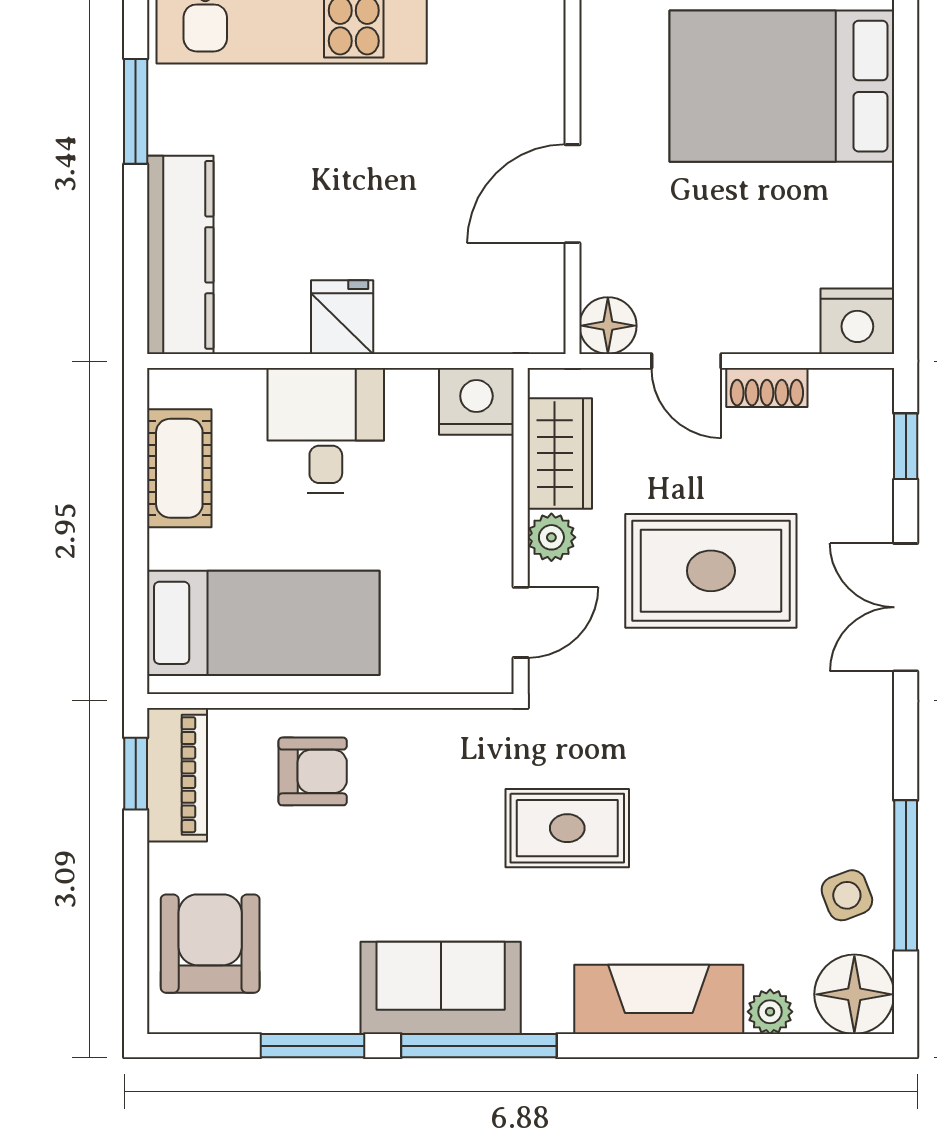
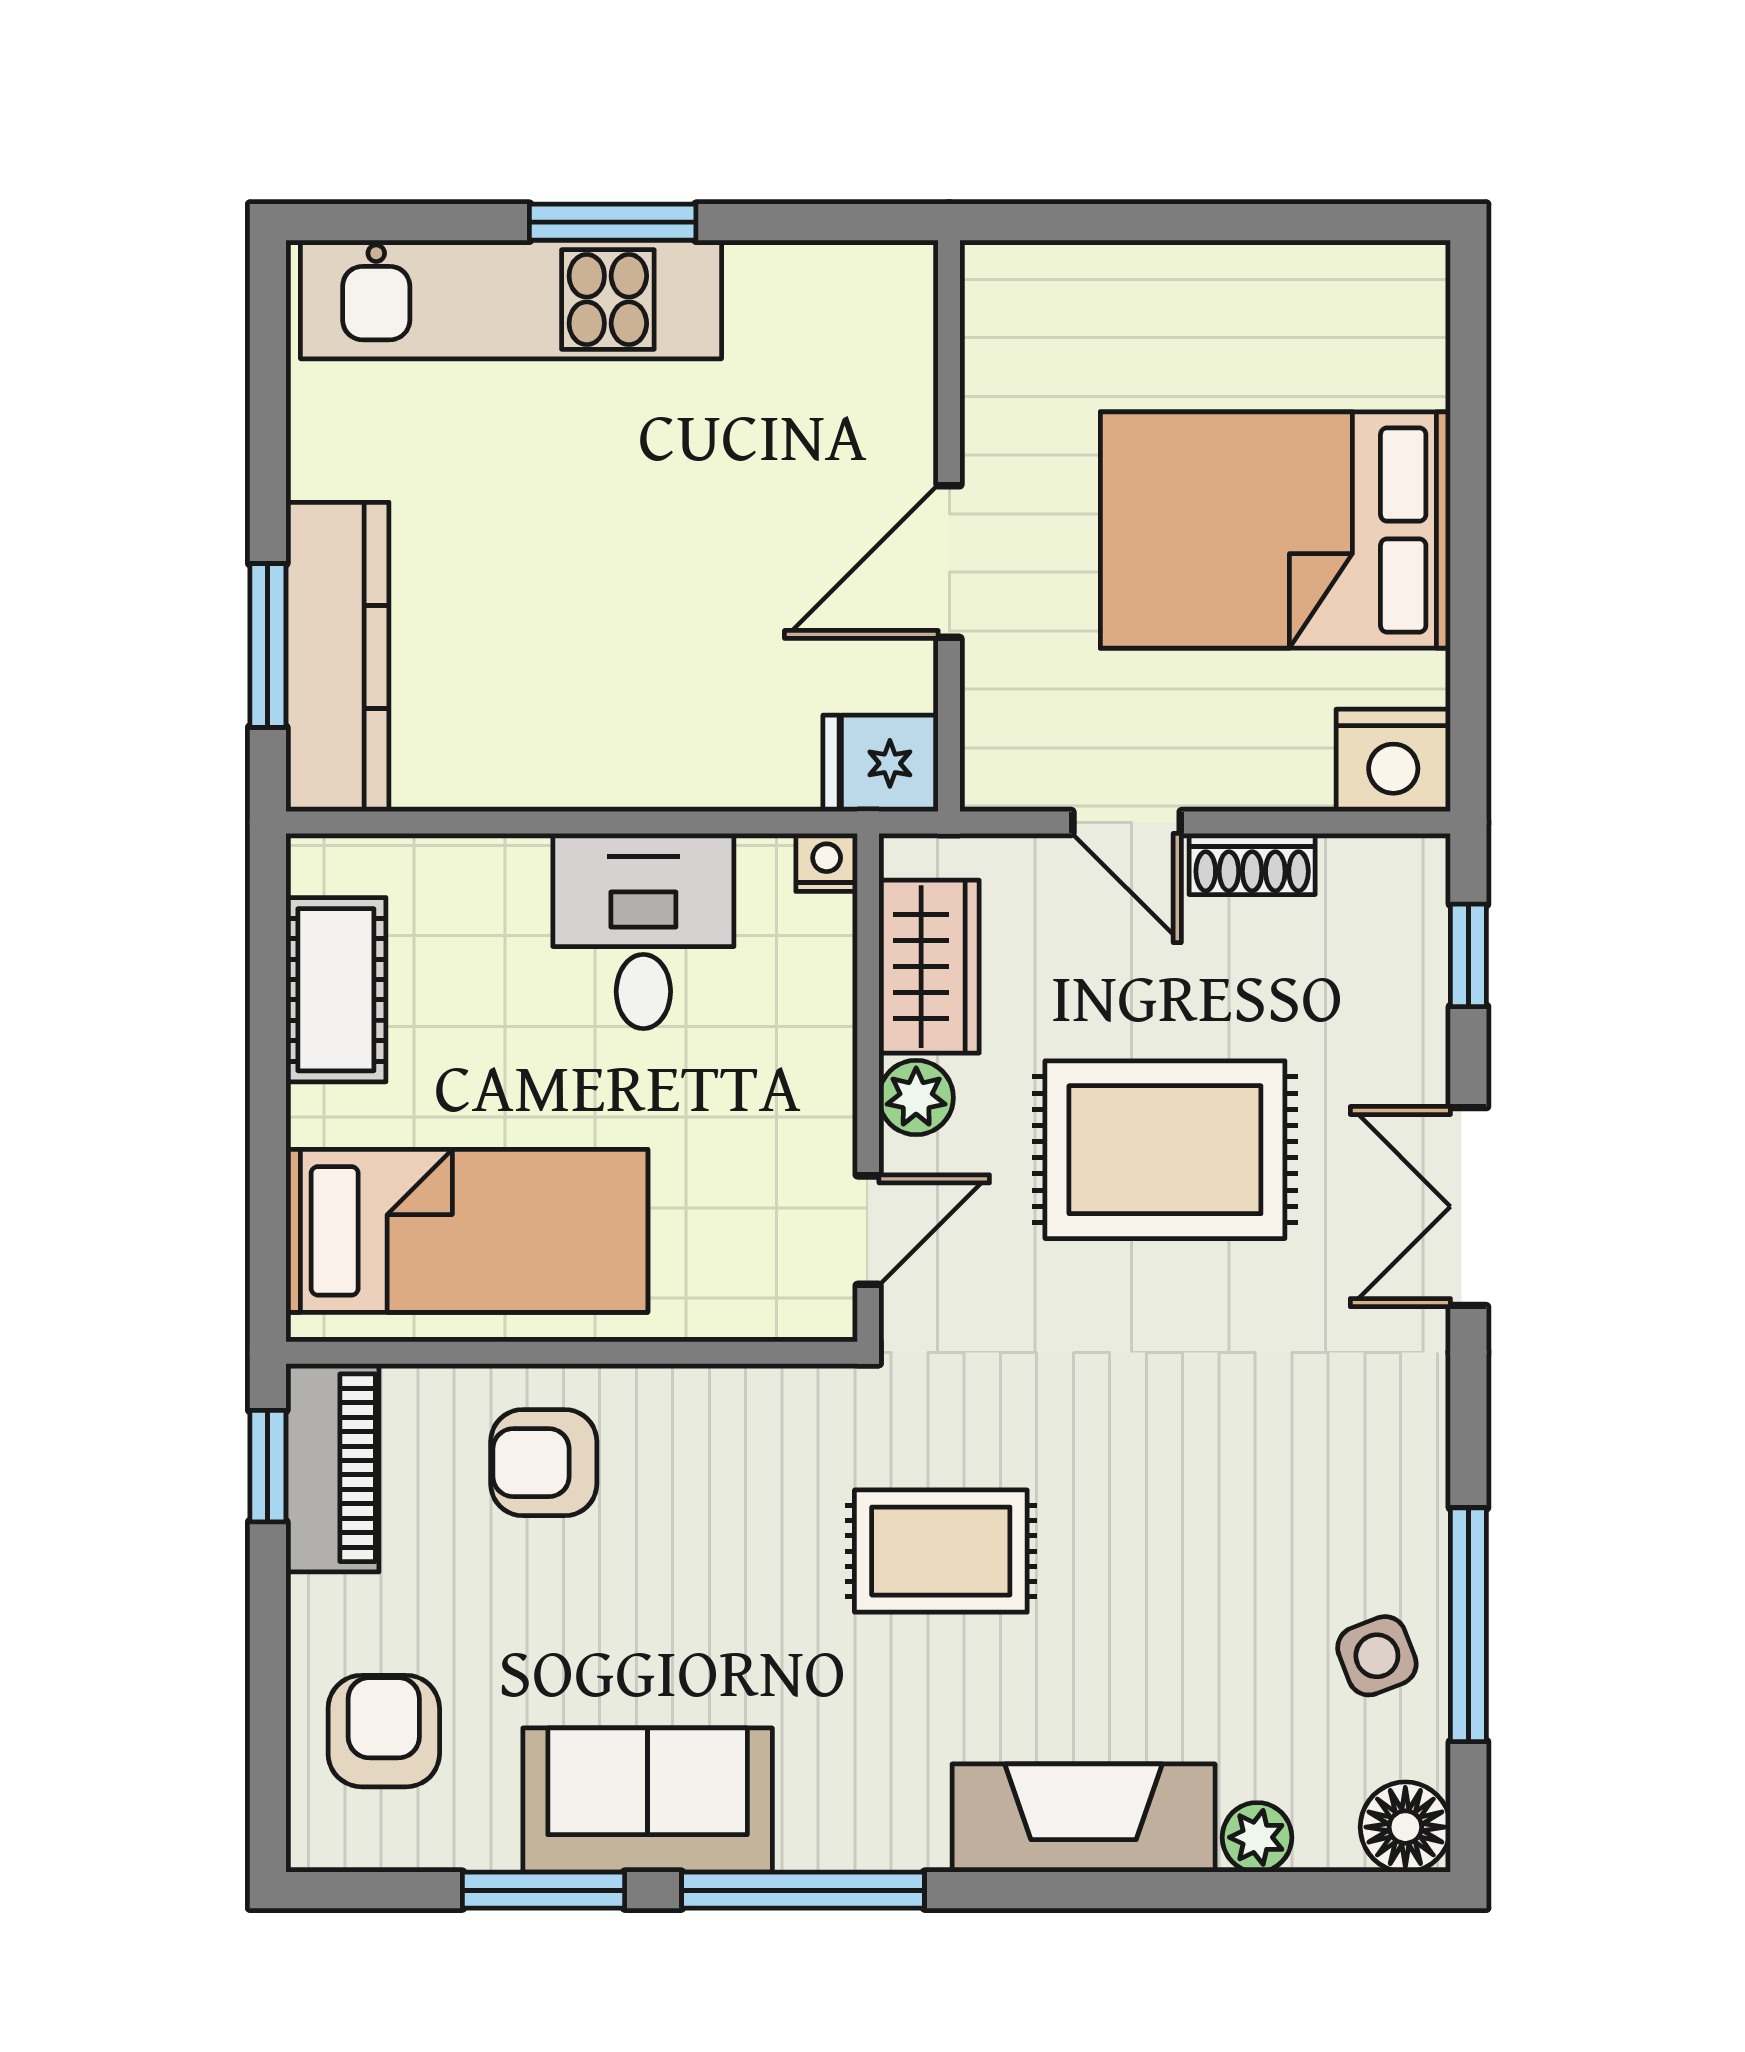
bed: (782, 86) -> (1275, 530), moved
window: (136, 111) -> (268, 645), moved
fridge: (342, 317) -> (881, 763), moved, turned -90
floor lamp: (608, 326) -> (1004, 767), removed
nightstand: (476, 401) -> (827, 862), width x0.53, depth x0.56
desk: (326, 431) -> (643, 931), moved
armchair: (313, 771) -> (544, 1463), turned 180
armchair: (210, 944) -> (384, 1731), width x0.72, depth x0.72
sofa: (441, 988) -> (648, 1800), moved
floor lamp: (854, 994) -> (1405, 1827), width x0.73, depth x0.73

